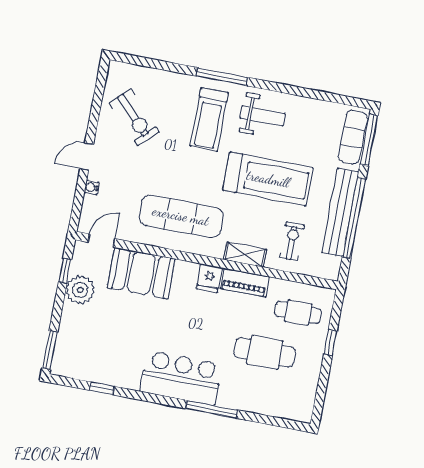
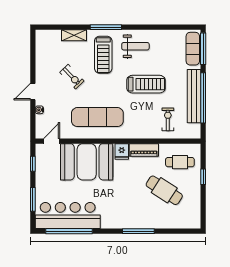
exercise bike: (134, 117) -> (72, 77), moved, width x0.73, depth x0.72
treadmill: (268, 179) -> (146, 84), width x0.73, depth x0.73
shelving: (245, 255) -> (74, 35), moved
booth: (141, 273) -> (87, 162), width x1.36, depth x1.42
plant: (80, 290) -> (44, 174), removed
window: (50, 350) -> (33, 199), moved
cafe table: (265, 352) -> (164, 190), turned 33
bar counter: (181, 378) -> (68, 215), moved, width x1.36
window: (102, 388) -> (69, 231), width x3.17

